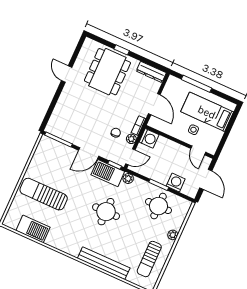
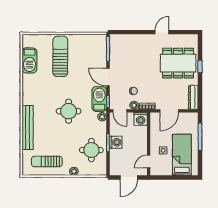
washing machine: (176, 183) -> (116, 142), moved

